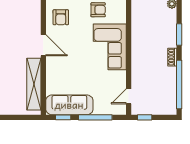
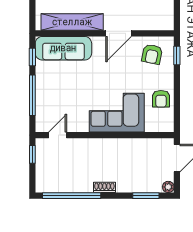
armchair: (61, 17) -> (152, 54), turned -78
window: (179, 35) -> (146, 196), moved
door: (129, 96) -> (58, 135), hinge flipped
sofa: (69, 105) -> (63, 48), moved, turned 90

